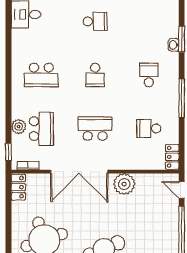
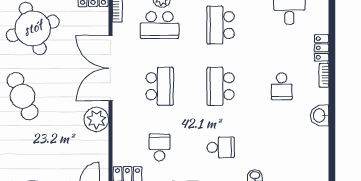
school desk: (95, 75) -> (221, 86), width x1.85

